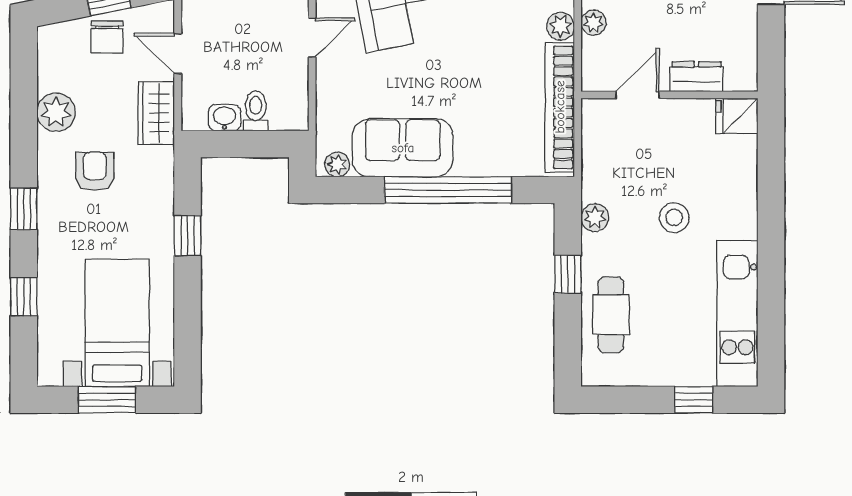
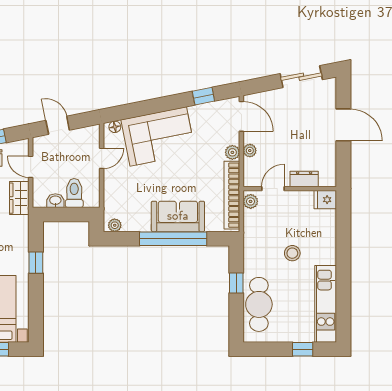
toilet: (256, 111) -> (74, 193), width x1.37, depth x1.39
sofa: (403, 148) -> (178, 216), moved
plant: (595, 218) -> (251, 201), moved
cafe table: (611, 315) -> (259, 304), width x1.37, depth x1.35

